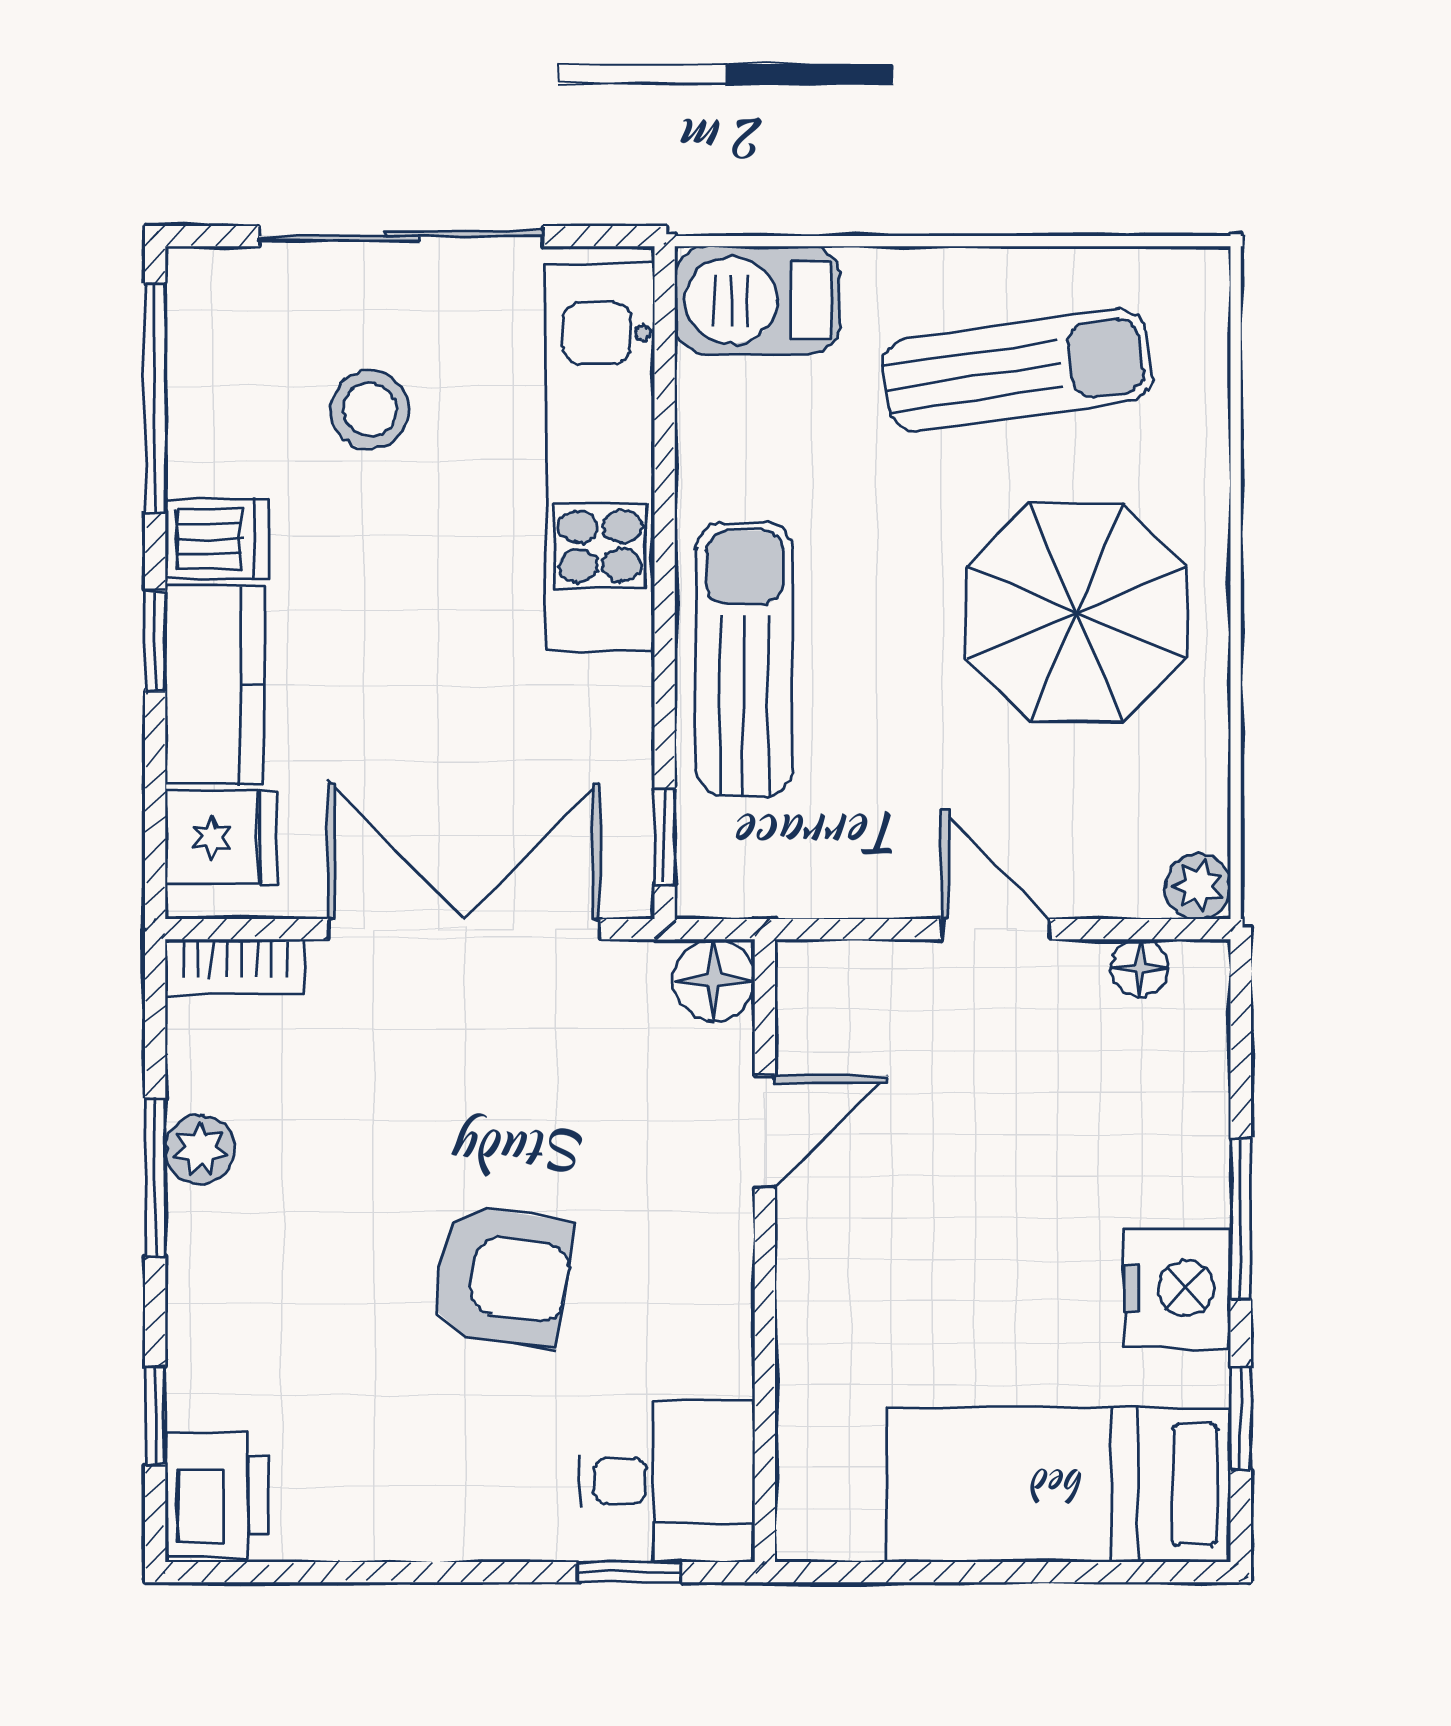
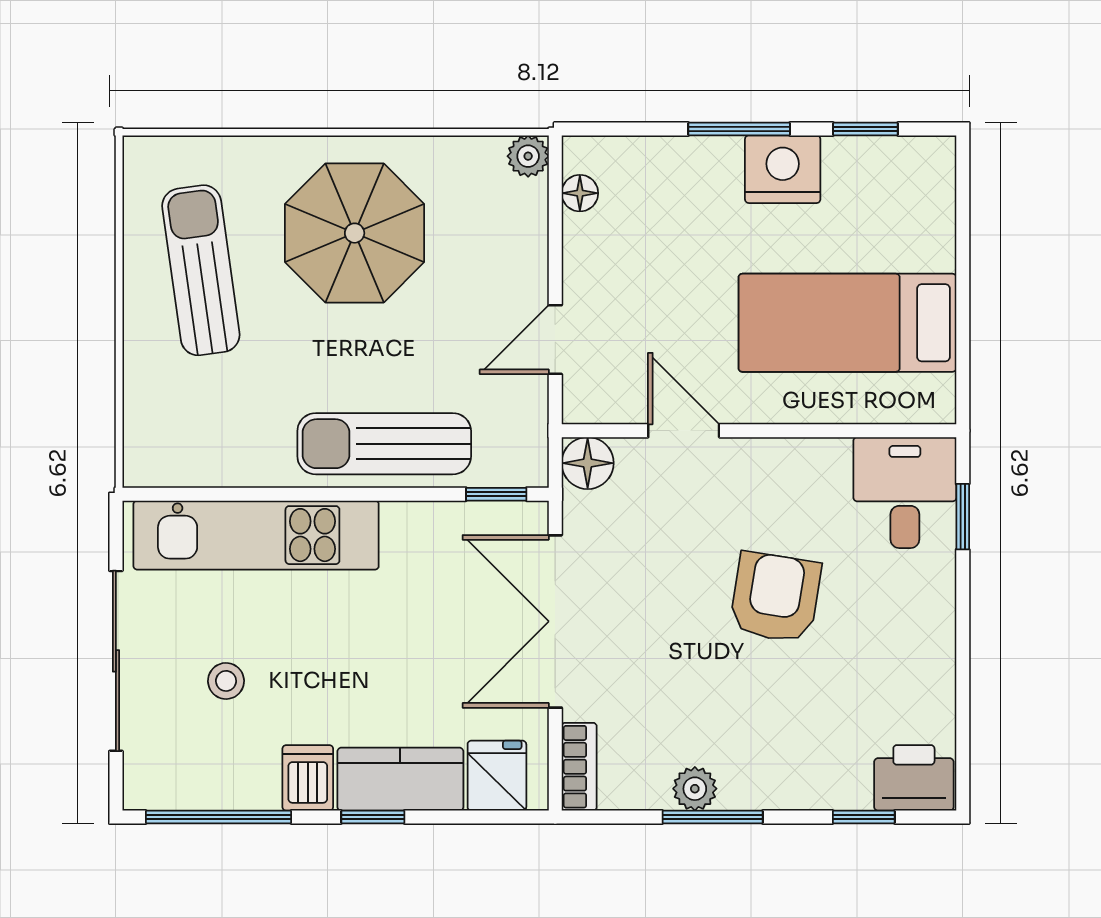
barbecue: (757, 300) -> (157, 435), removed
stool: (370, 410) -> (226, 681), width x0.73, depth x0.73
door: (995, 929) -> (555, 340), moved
bed: (1059, 1485) -> (847, 323), moved, turned 90

